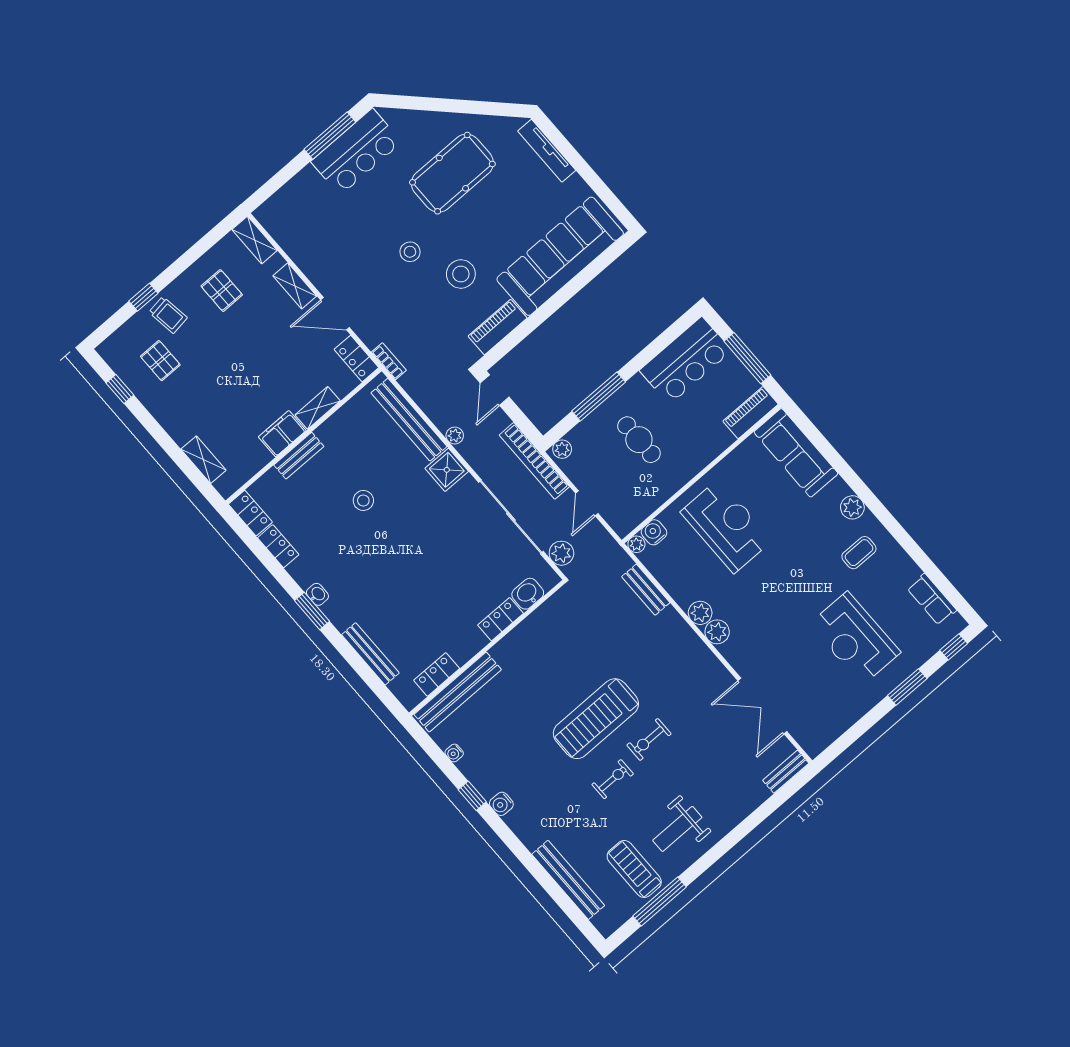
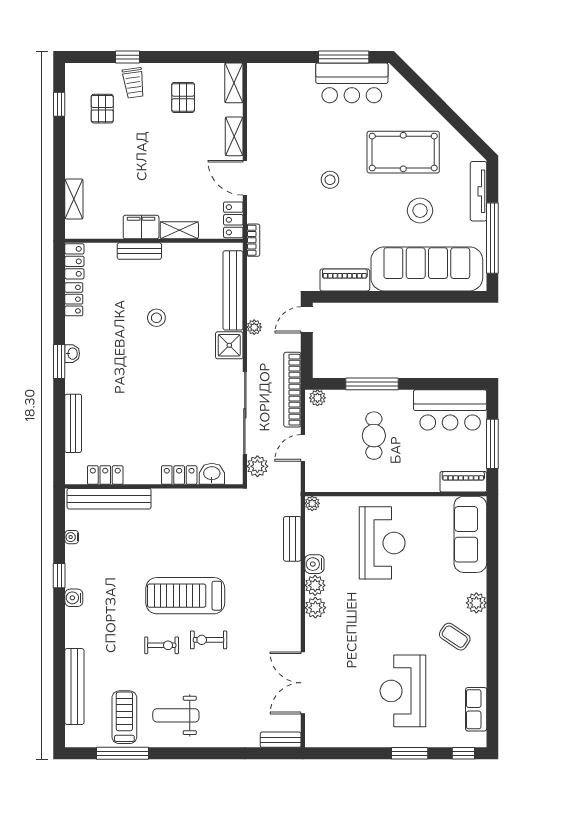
window: (594, 181) -> (492, 238), added
stool: (461, 274) -> (420, 211), moved
water cooler: (654, 532) -> (314, 564), moved, turned -90
coffee table: (859, 553) -> (455, 637), turned 34

